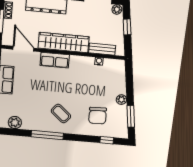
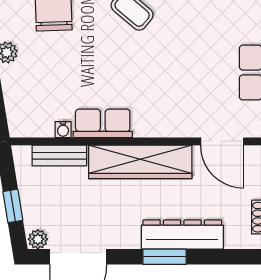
row of seats: (55, 60) -> (103, 123), moved

